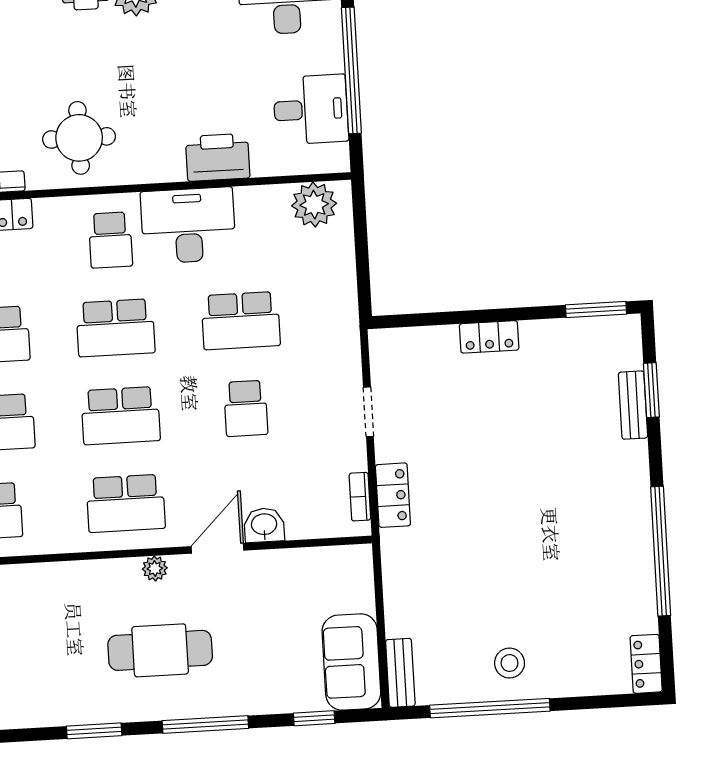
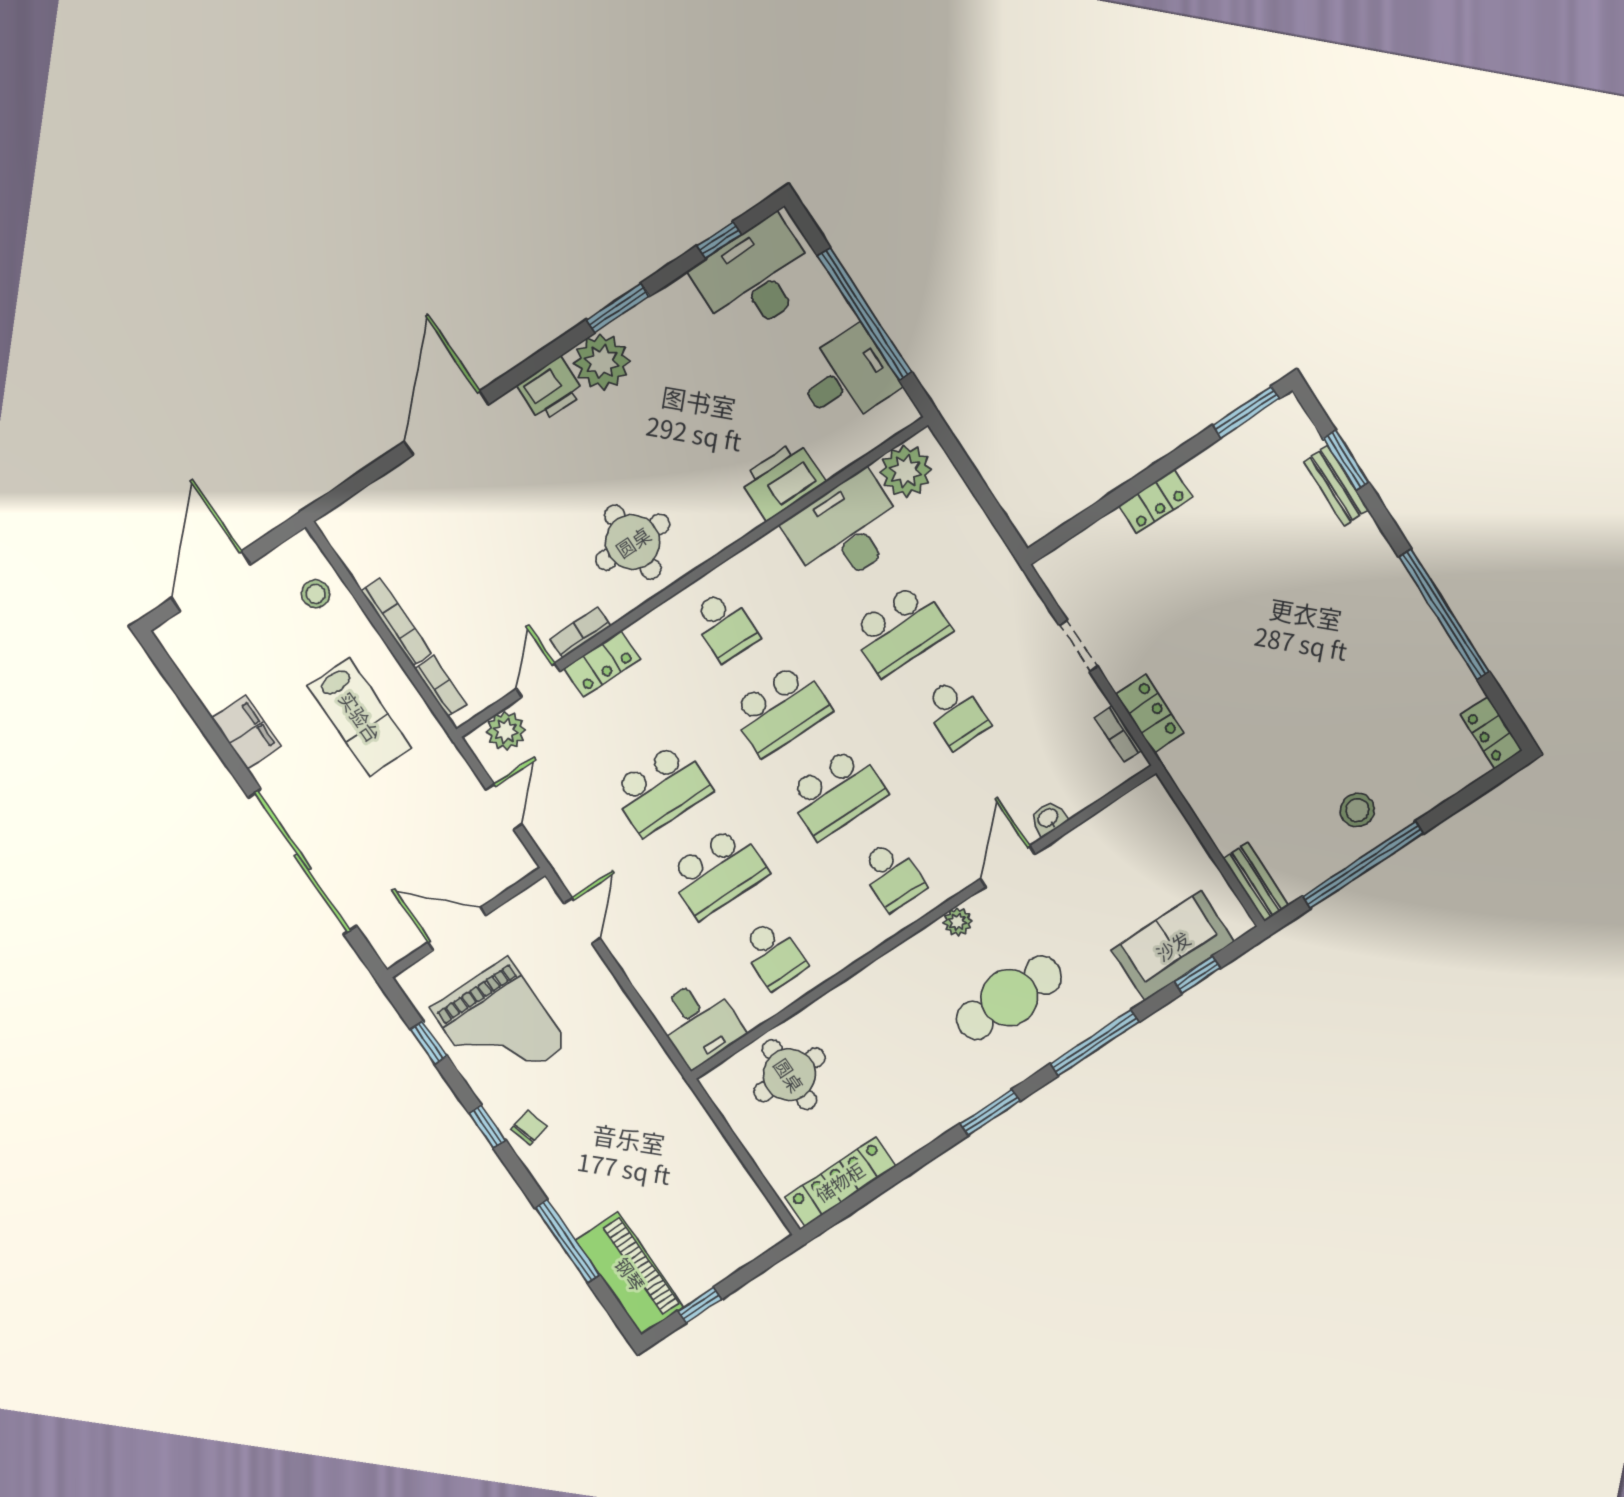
desk: (188, 225) -> (846, 530), moved
school desk: (126, 503) -> (892, 875), width x0.54
washbasin: (264, 525) -> (1048, 818), width x0.72, depth x0.69
sofa: (351, 662) -> (1173, 946), moved, turned 90

